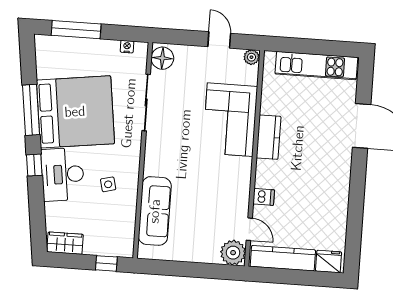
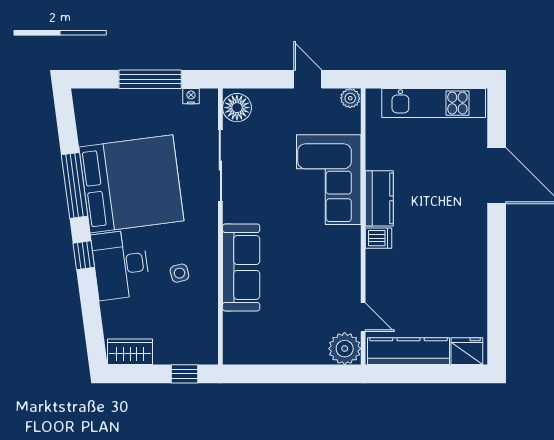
window: (76, 30) -> (150, 79), moved
dishwasher: (264, 197) -> (378, 238), moved
sofa: (155, 211) -> (241, 267), moved

